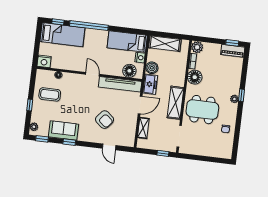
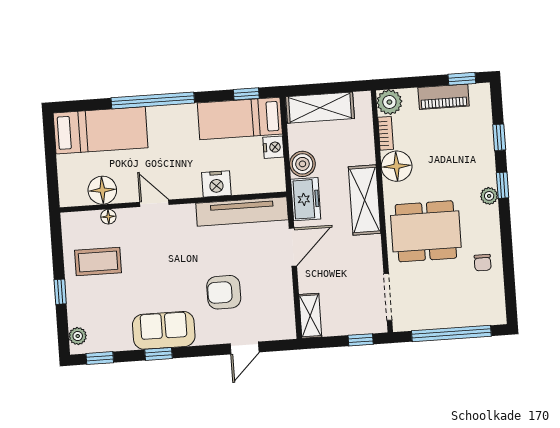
window: (58, 22) -> (246, 94), moved
piano: (233, 51) -> (444, 97), moved
nightstand: (44, 61) -> (216, 184), moved
floor lamp: (129, 71) -> (102, 190), moved
window: (244, 73) -> (499, 137), added
door: (92, 74) -> (154, 203), moved
shelving: (176, 103) -> (365, 200), moved
armchair: (105, 120) -> (224, 292), turned 140
shelving: (143, 128) -> (310, 316), moved
sofa: (64, 131) -> (164, 330), moved
door: (109, 147) -> (245, 348), hinge flipped
window: (205, 158) -> (451, 333), added

